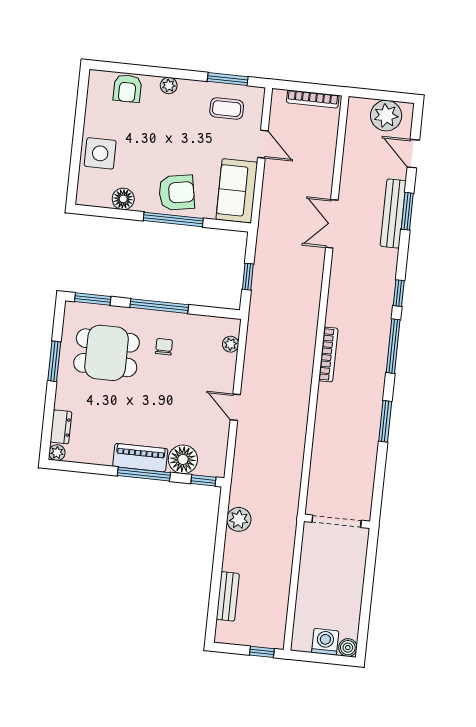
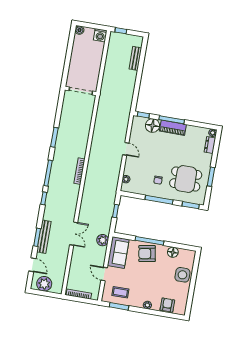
plant: (239, 519) -> (103, 240), moved
washing machine: (325, 642) -> (100, 35), moved

